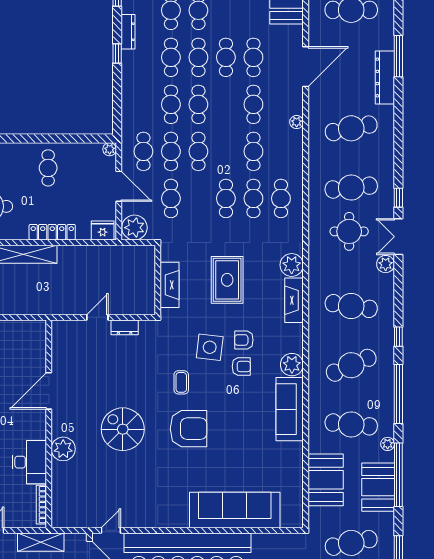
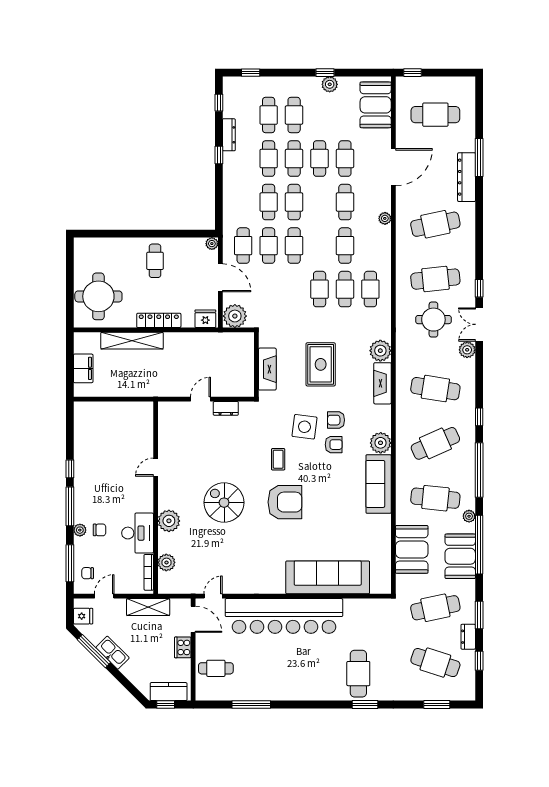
cafe table: (171, 198) -> (269, 289), removed
door: (49, 391) -> (156, 467), width x0.53
plant: (61, 494) -> (166, 562), added

